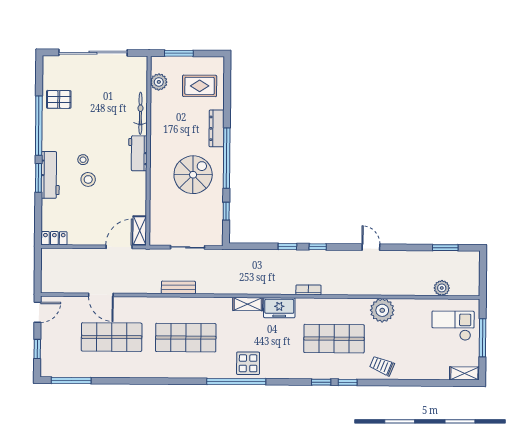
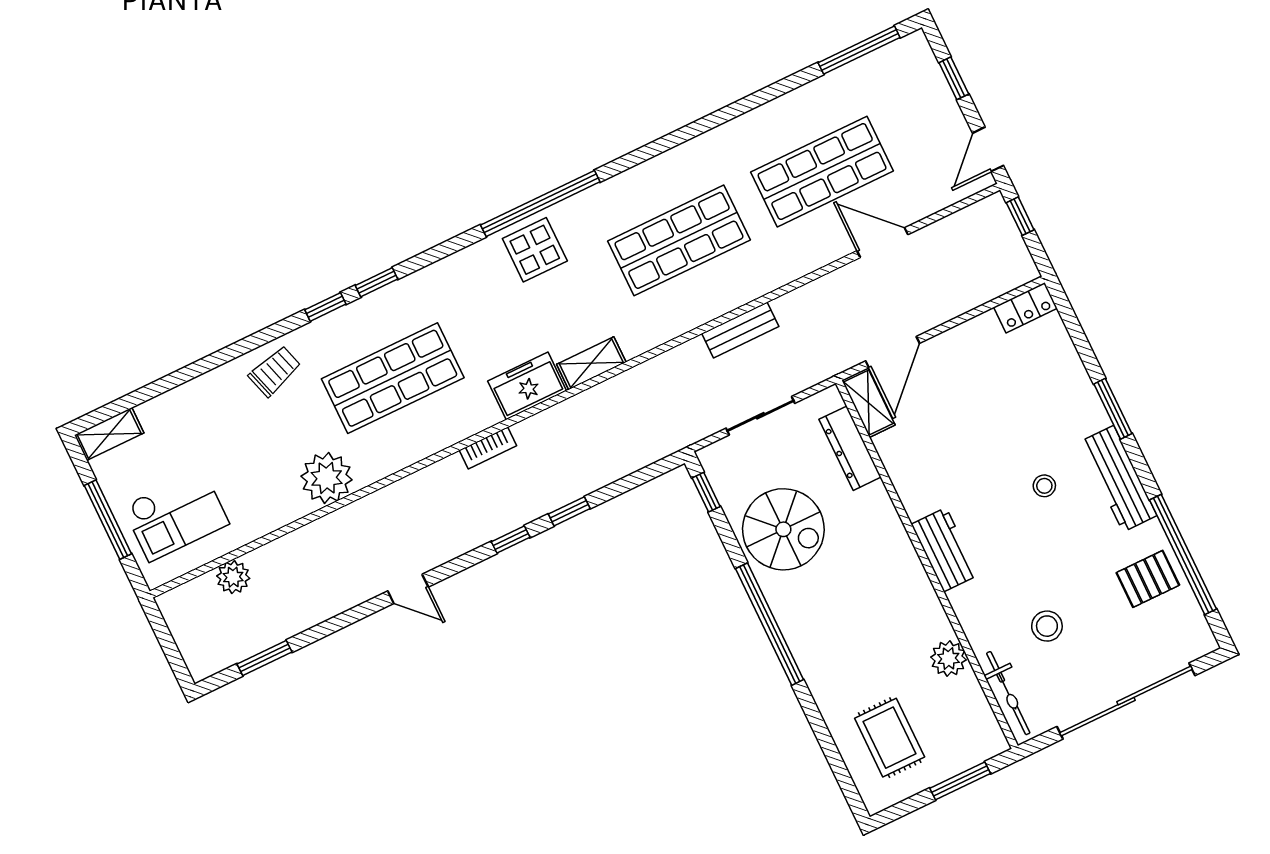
plant: (159, 82) -> (949, 658), moved
rug: (200, 86) -> (890, 738), turned 90
bicycle: (140, 113) -> (1008, 693), moved
window: (39, 126) -> (1183, 555), moved
dresser: (217, 128) -> (850, 448), moved, turned 180
workbench: (50, 175) -> (1118, 479), moved
spiral stairs: (193, 175) -> (783, 529), moved, turned -90
stool: (88, 179) -> (1047, 626), moved
window: (226, 211) -> (706, 492), moved
window: (38, 278) -> (1020, 216), added
trolley: (382, 366) -> (275, 371), turned -39

